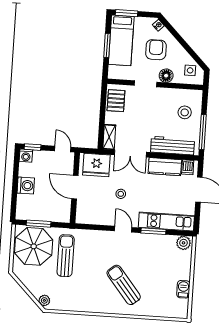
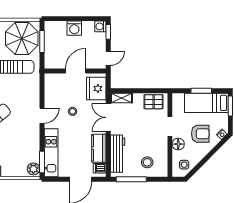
window: (153, 231) -> (42, 162), moved

